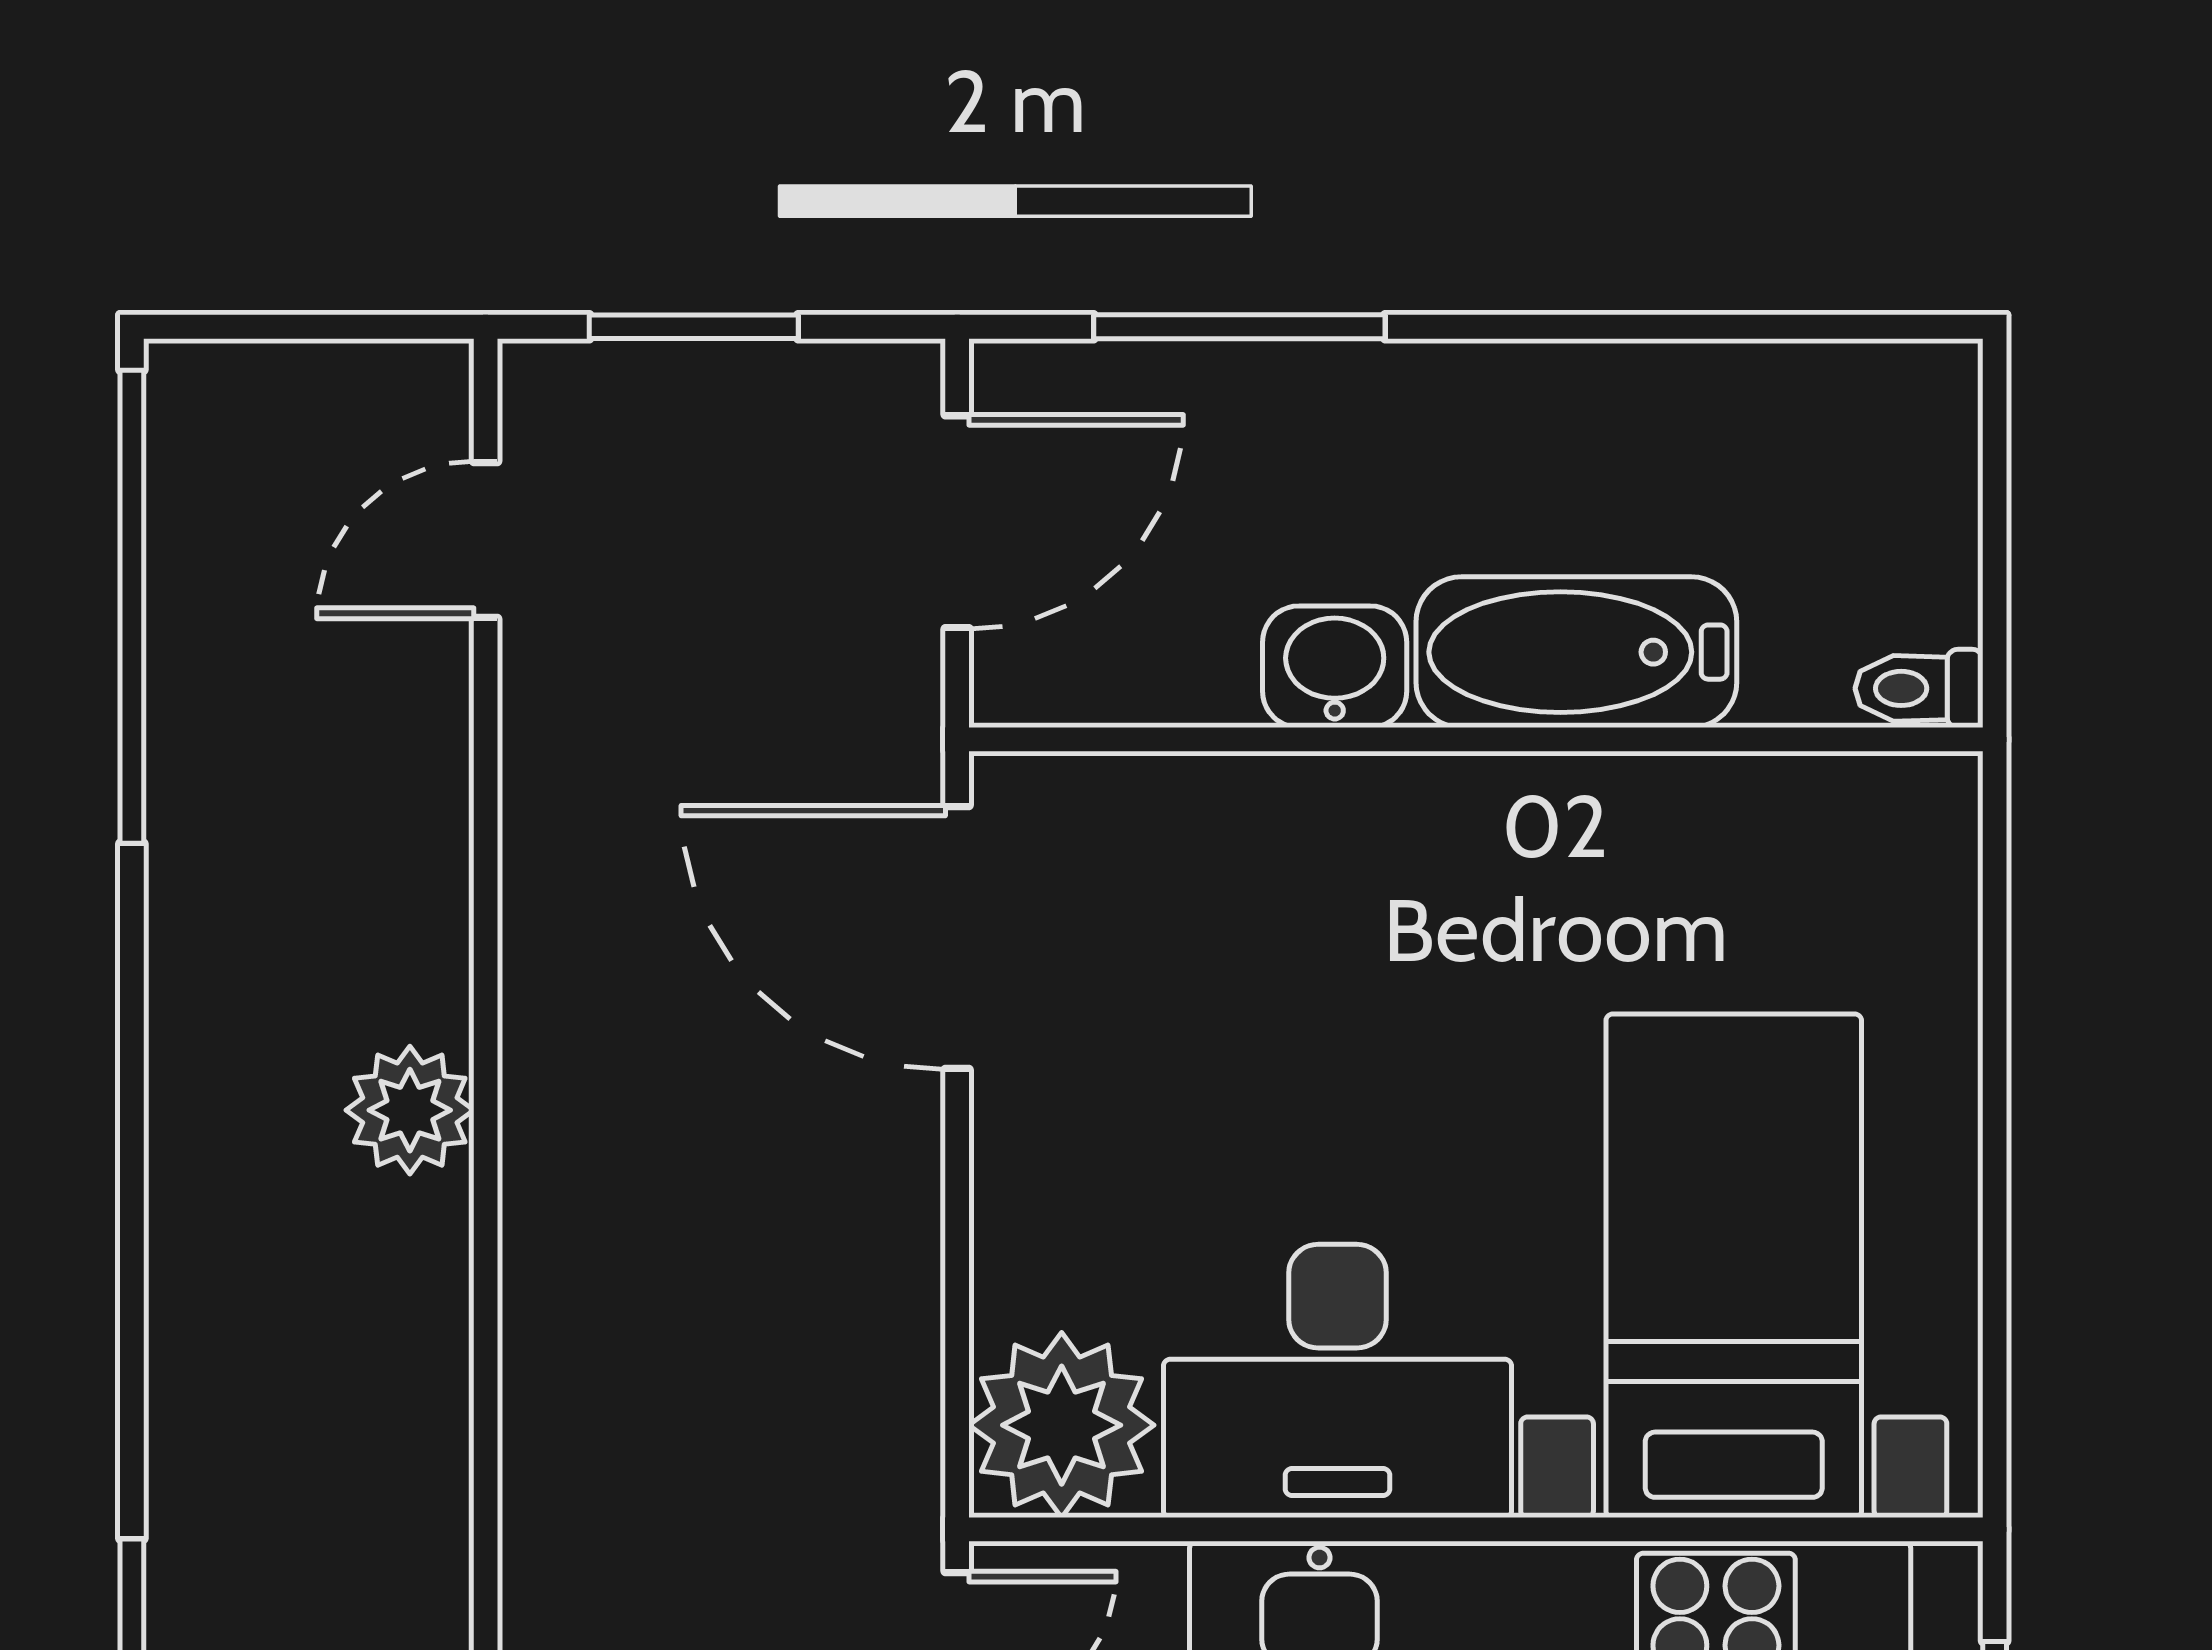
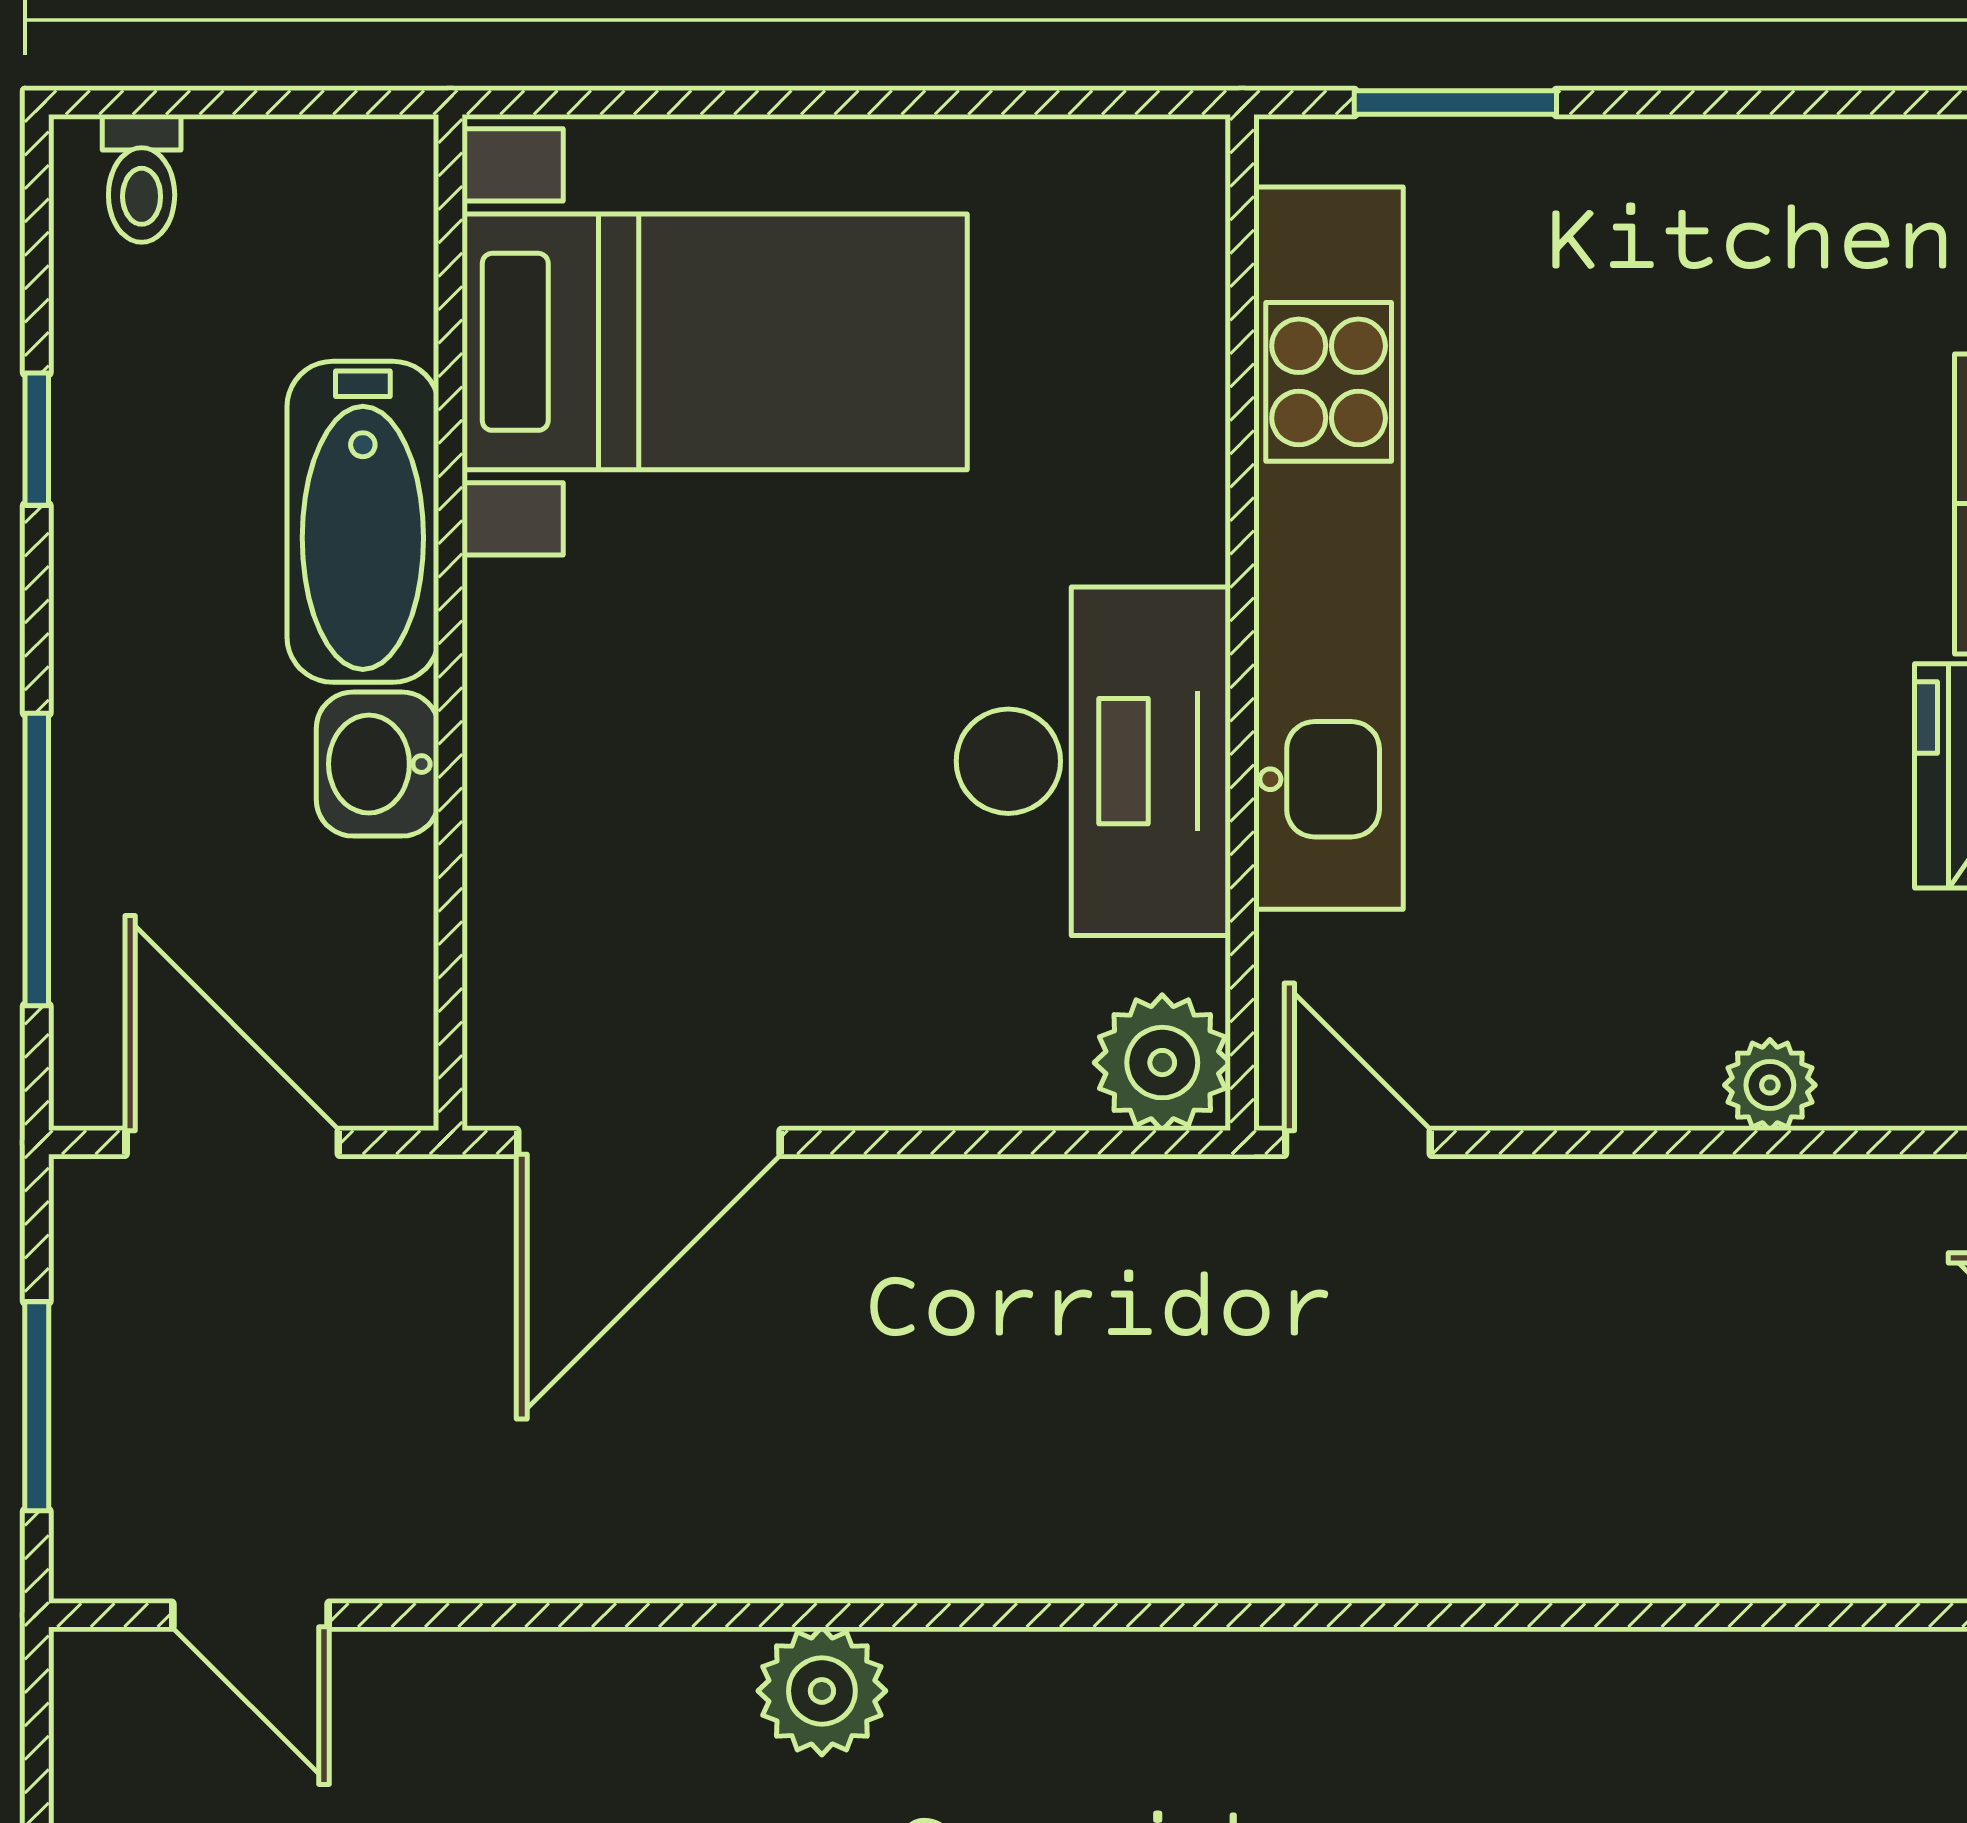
window: (1659, 327) -> (37, 439), added
toilet: (1919, 688) -> (142, 178), moved
bed with nightstands: (1734, 1266) -> (715, 342), moved, turned 180
plant: (1062, 1425) -> (1162, 1063), width x0.73, depth x0.73

